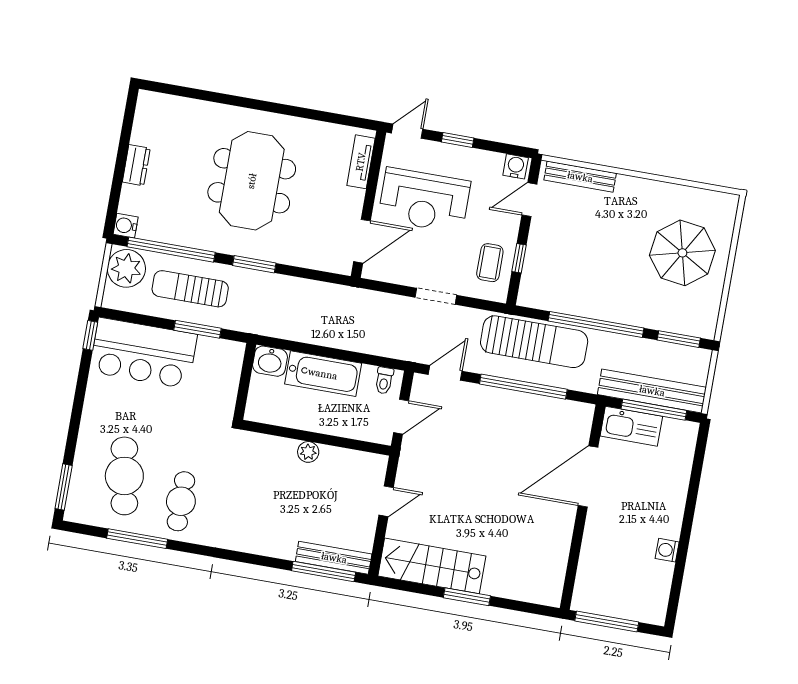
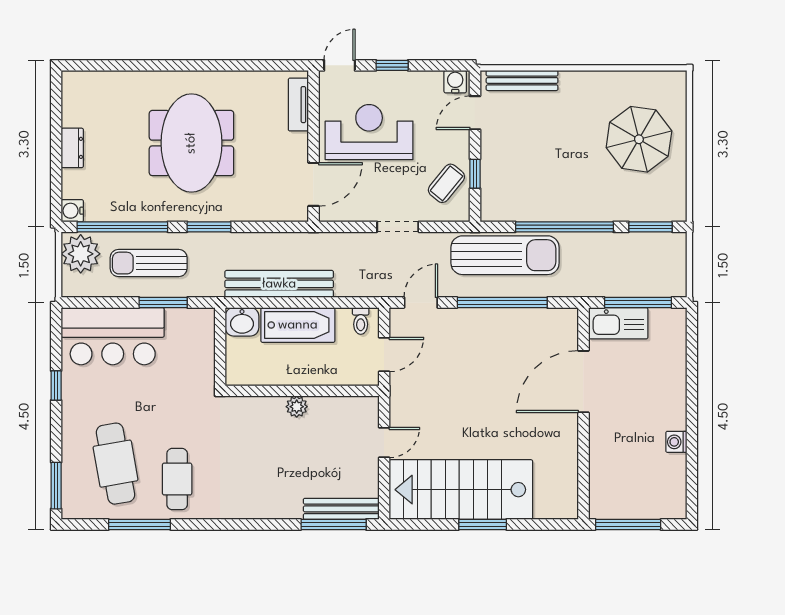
reception desk: (424, 200) -> (369, 132), turned 180
coffee table: (490, 263) -> (446, 183), turned 39
window: (90, 335) -> (56, 385), moved
bench: (652, 391) -> (279, 284), moved
stairs: (432, 566) -> (461, 490), width x1.36, depth x1.51

